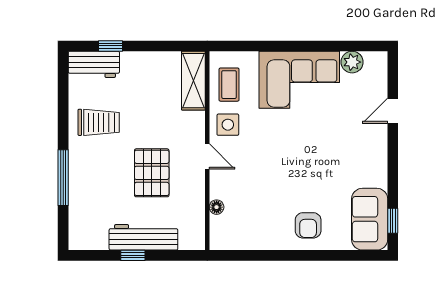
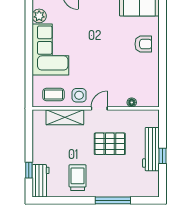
shelving: (193, 81) -> (65, 117), moved

